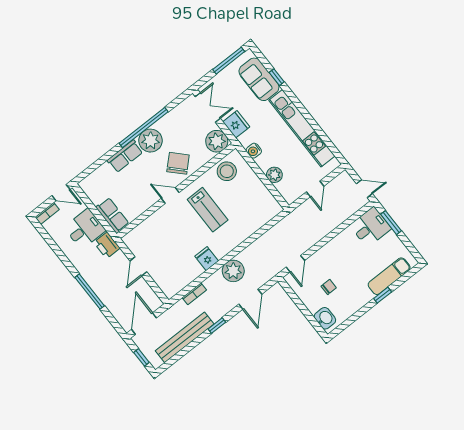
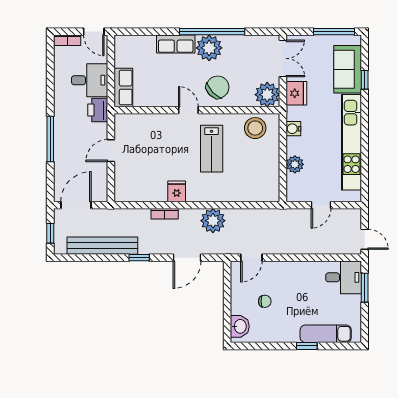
plant: (233, 271) -> (213, 221), moved
bookcase: (194, 294) -> (165, 214), moved

